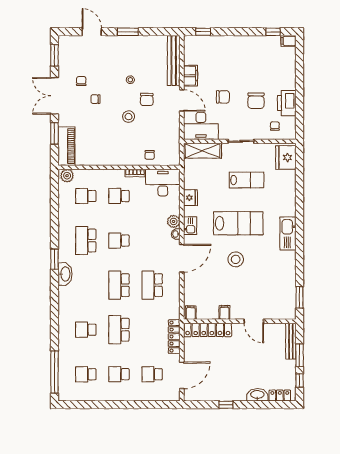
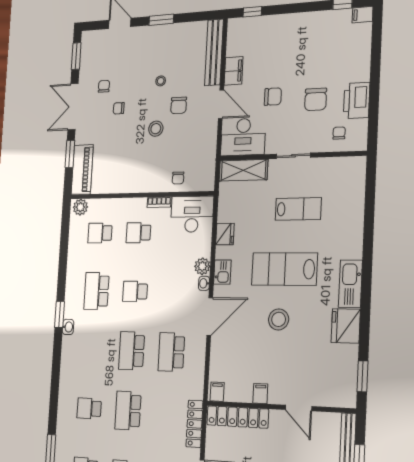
fridge: (286, 157) -> (346, 326), moved
lab bench: (238, 223) -> (284, 269), turned 180
washbasin: (65, 274) -> (68, 327), width x0.52, depth x0.69

